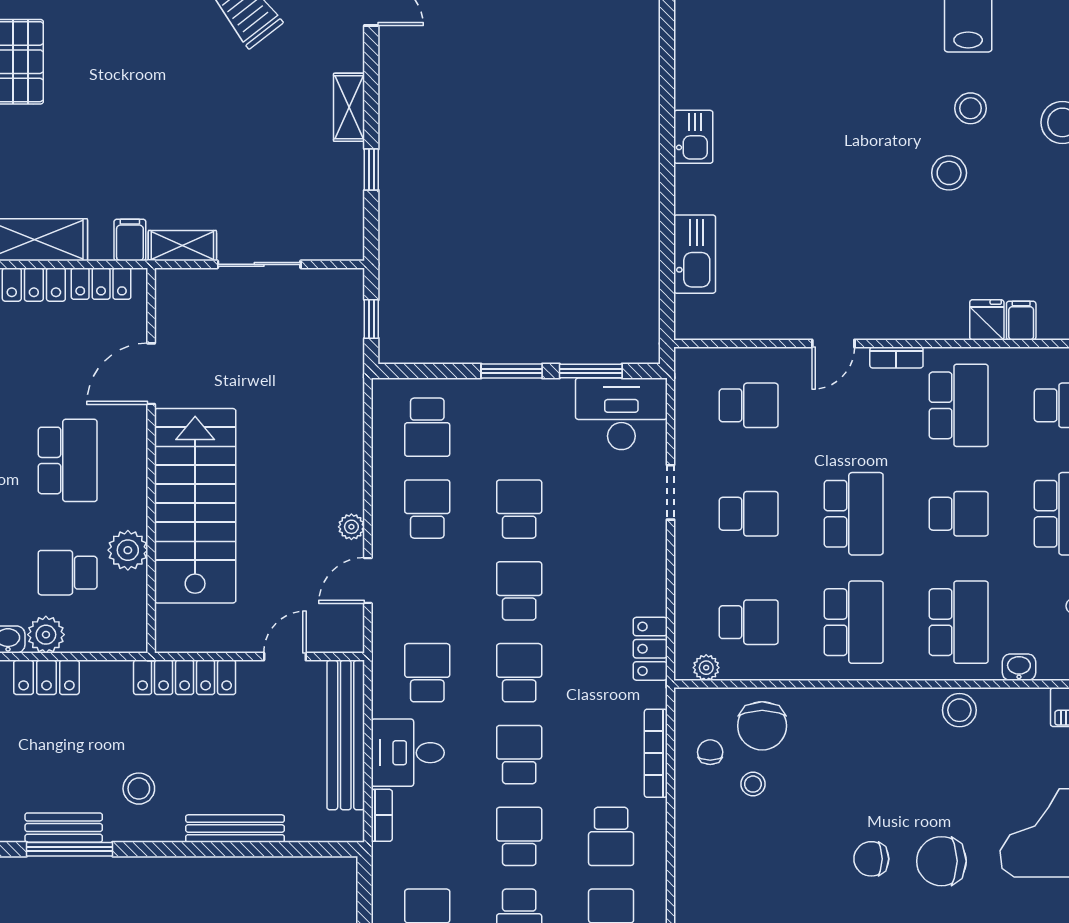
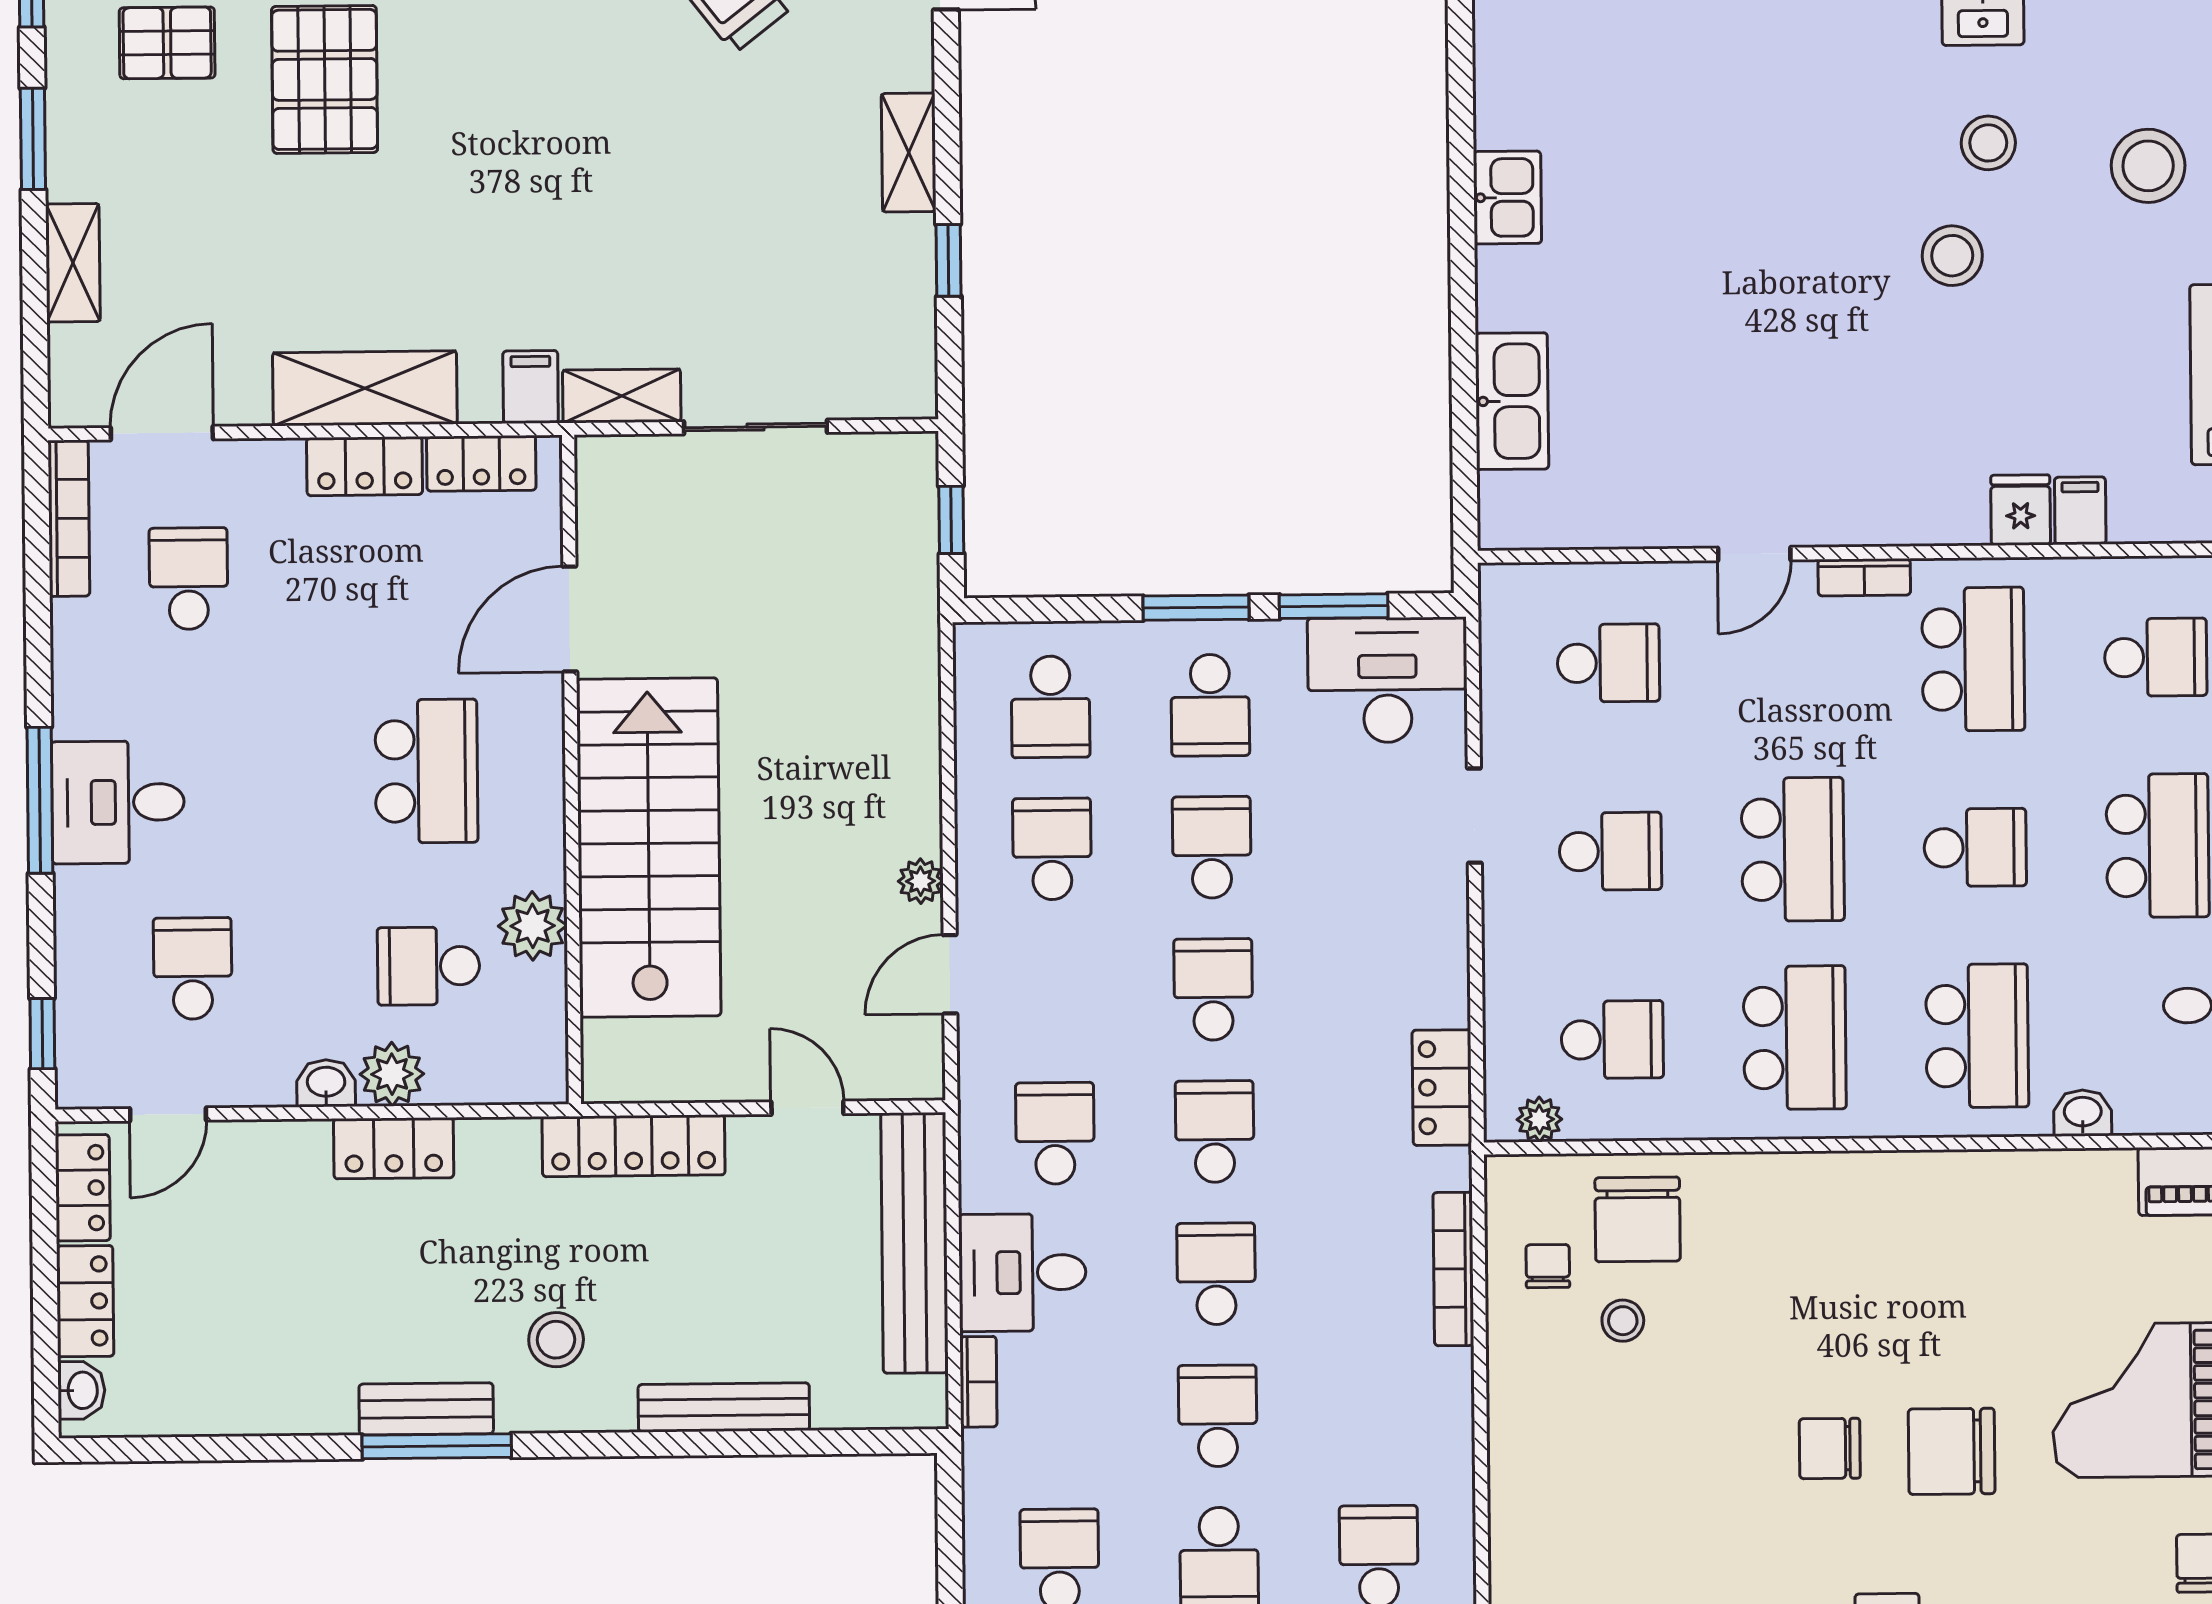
door: (285, 657) -> (807, 1108), hinge flipped
stool: (959, 710) -> (1980, 1189), removed
school desk: (611, 836) -> (1210, 705), moved

